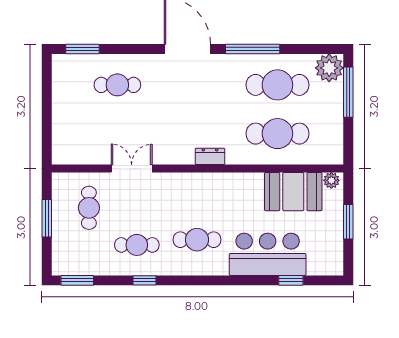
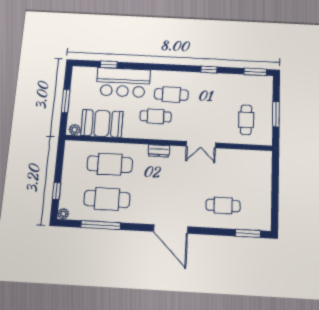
window: (253, 49) -> (101, 225), moved
plant: (329, 68) -> (63, 214), width x0.53, depth x0.53
window: (348, 92) -> (57, 191), width x0.46
double door: (132, 169) -> (201, 145), moved
cafe table: (137, 245) -> (156, 116), moved

